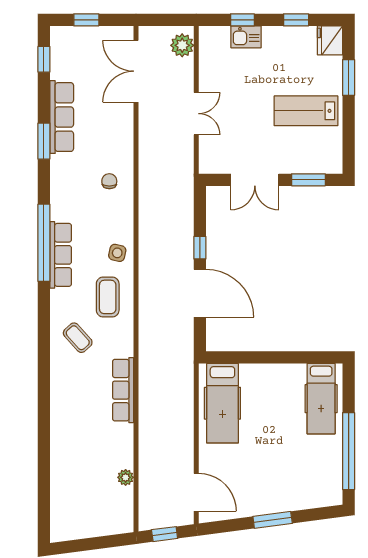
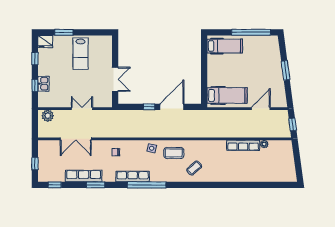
double door: (136, 71) -> (76, 139), moved
window: (308, 180) -> (115, 52), removed
row of seats: (61, 255) -> (133, 177), moved
row of seats: (123, 390) -> (243, 145), moved
door: (196, 492) -> (261, 109), moved

